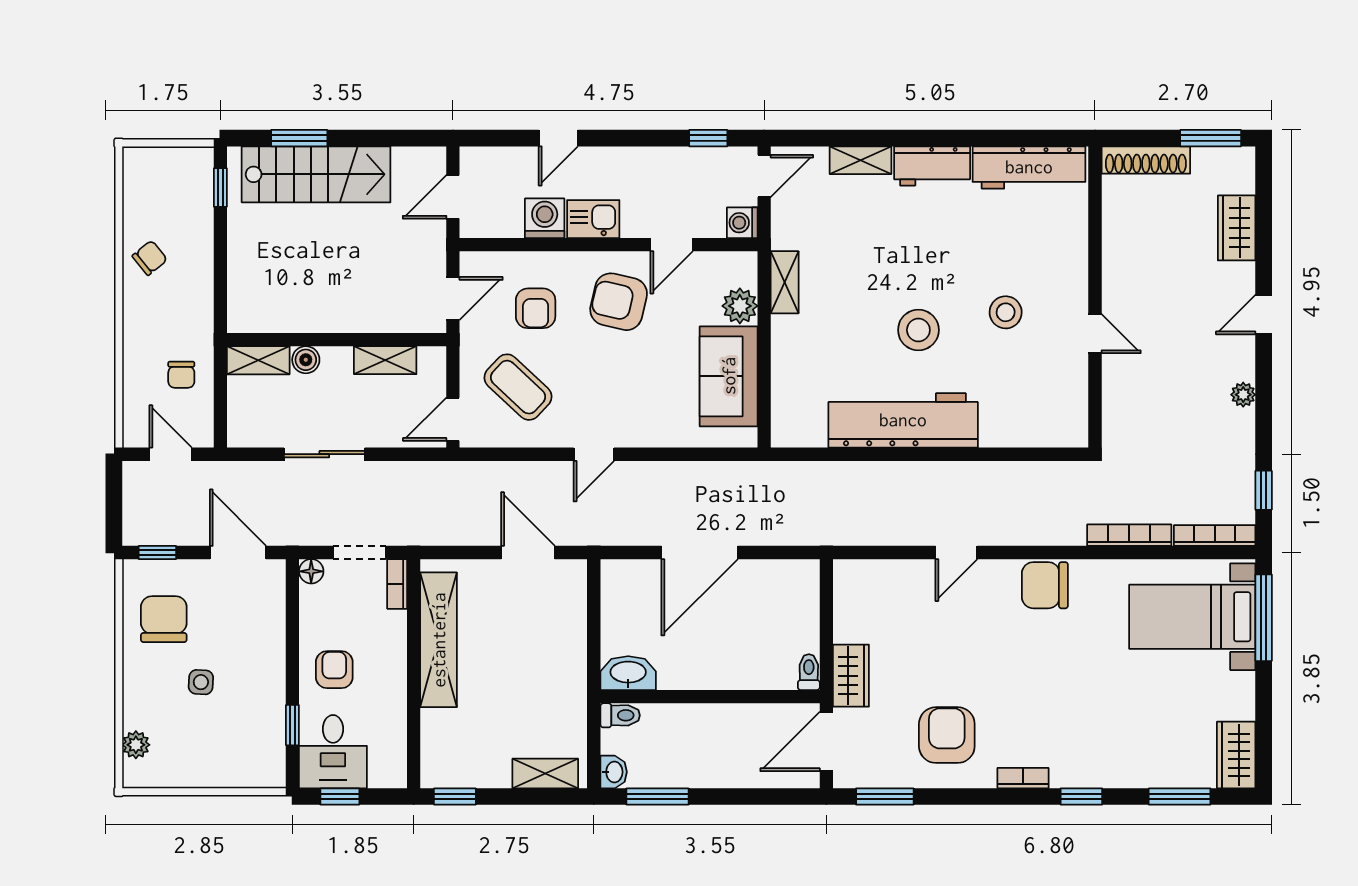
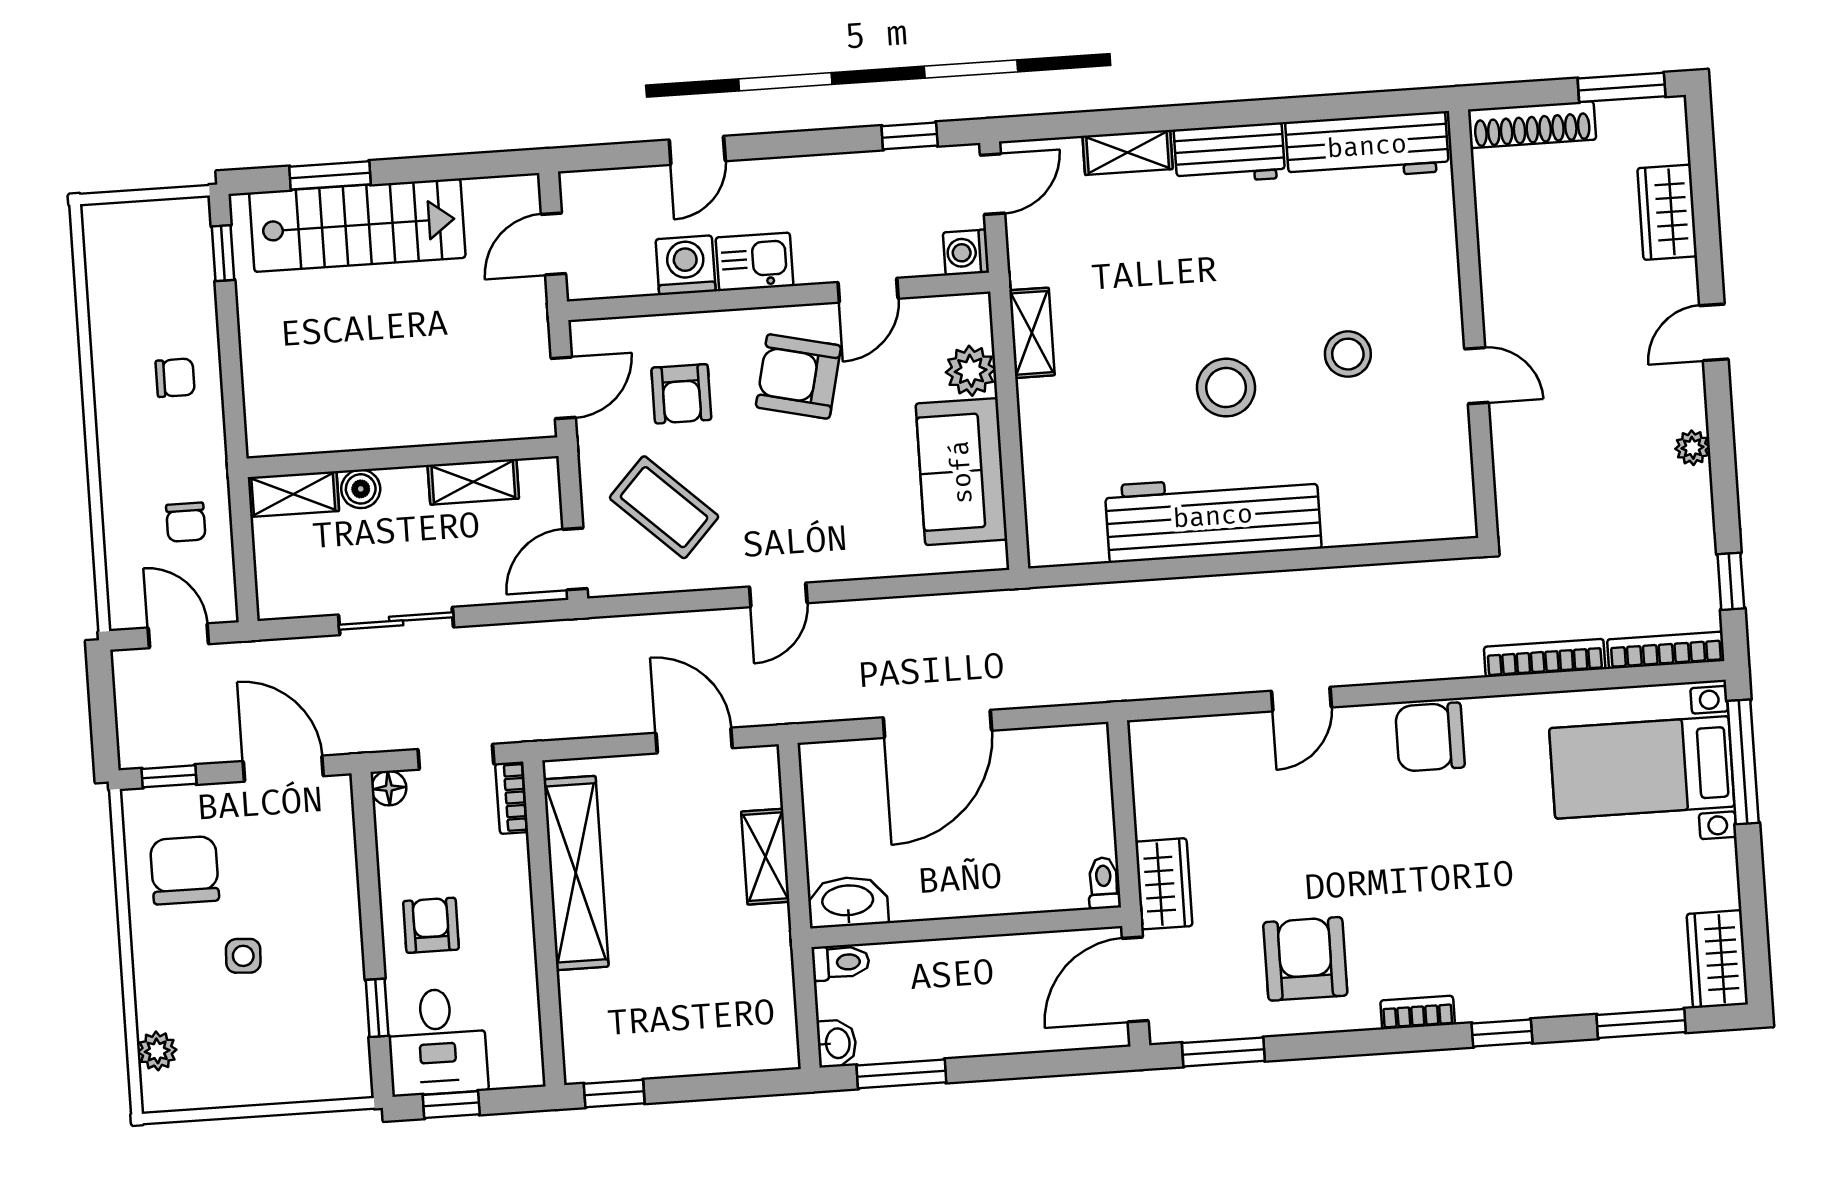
chair: (150, 258) -> (175, 378), moved, turned 39
shelving: (545, 774) -> (765, 857), moved, turned 90

